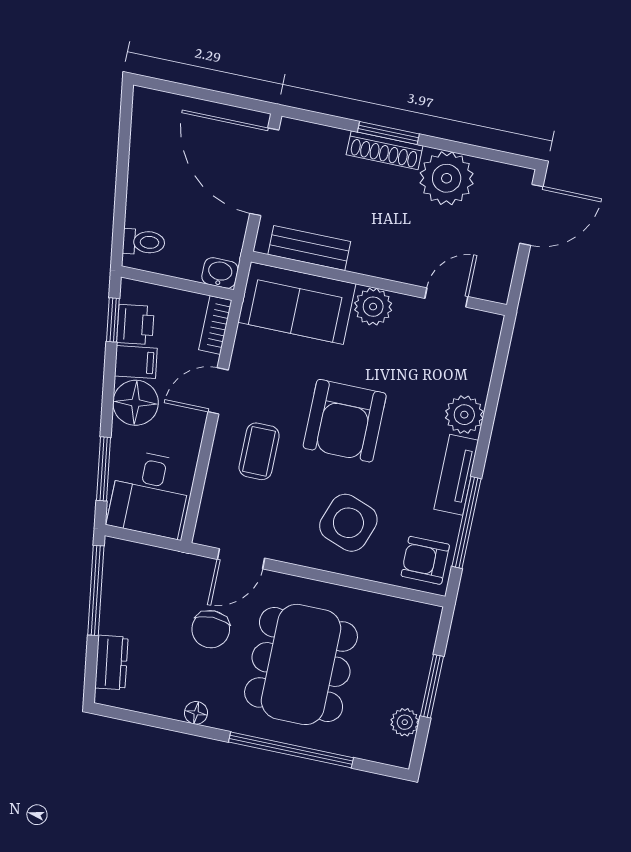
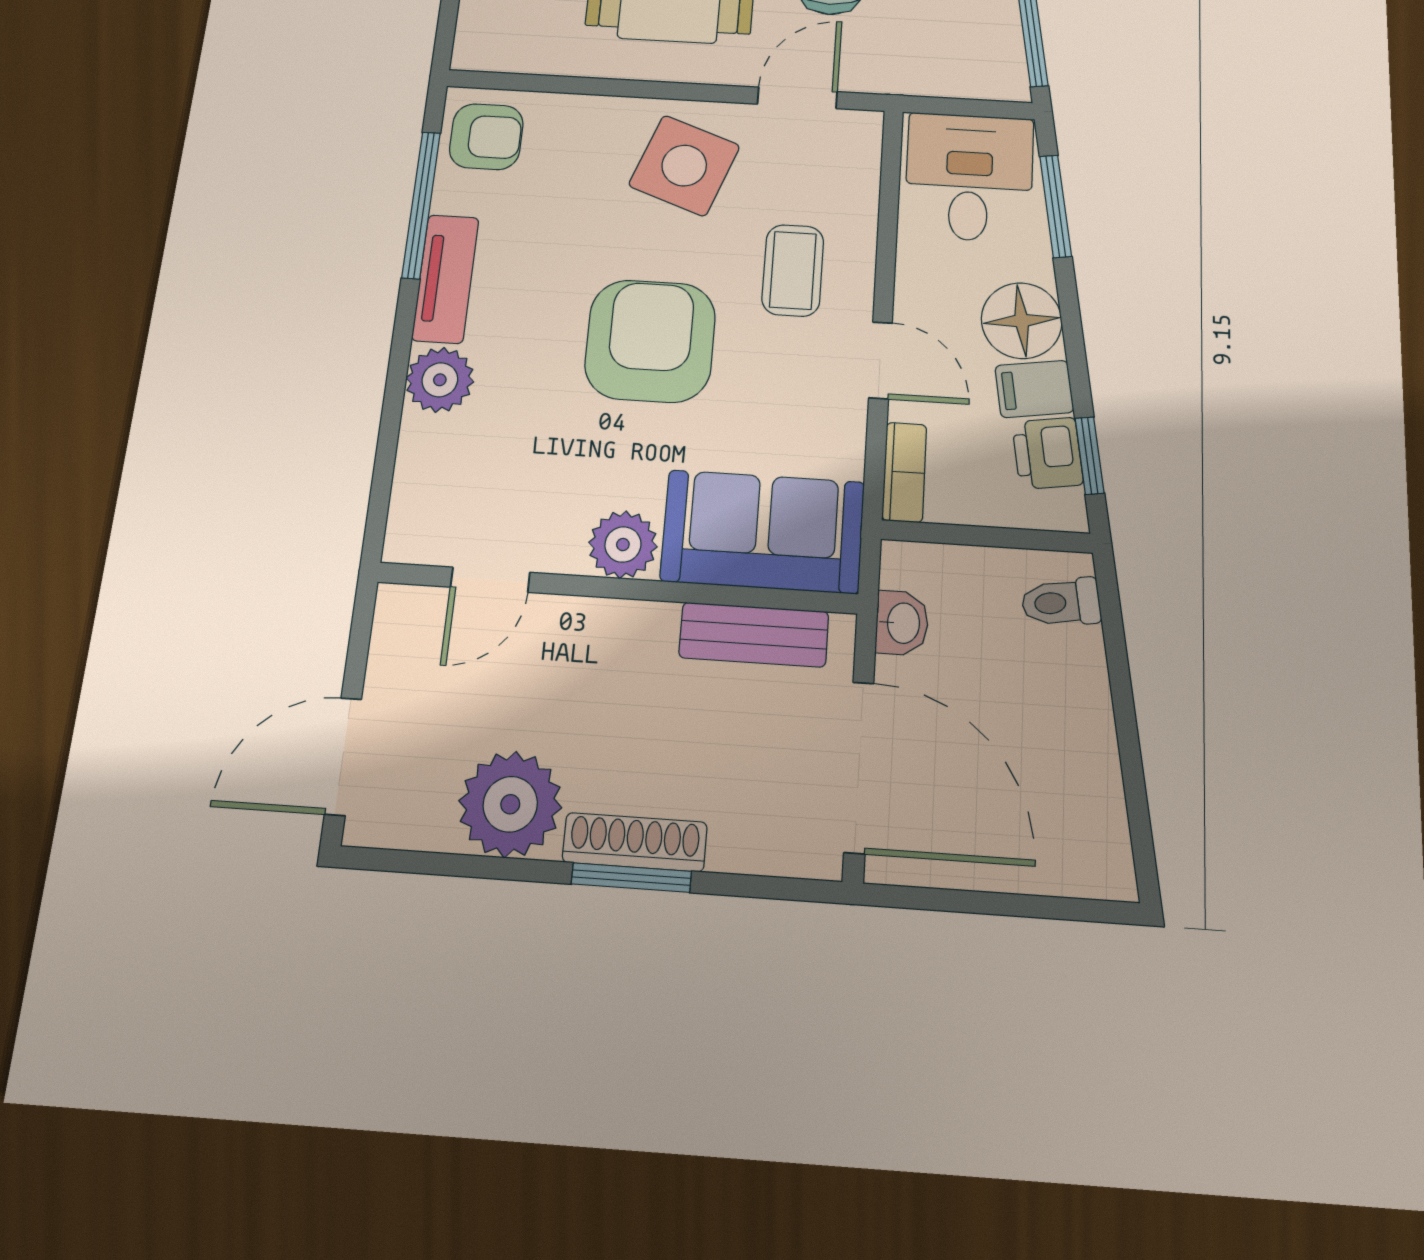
washbasin: (220, 273) -> (902, 623), moved, turned -90
door: (218, 391) -> (880, 360), hinge flipped
side table: (348, 523) -> (684, 166), moved

